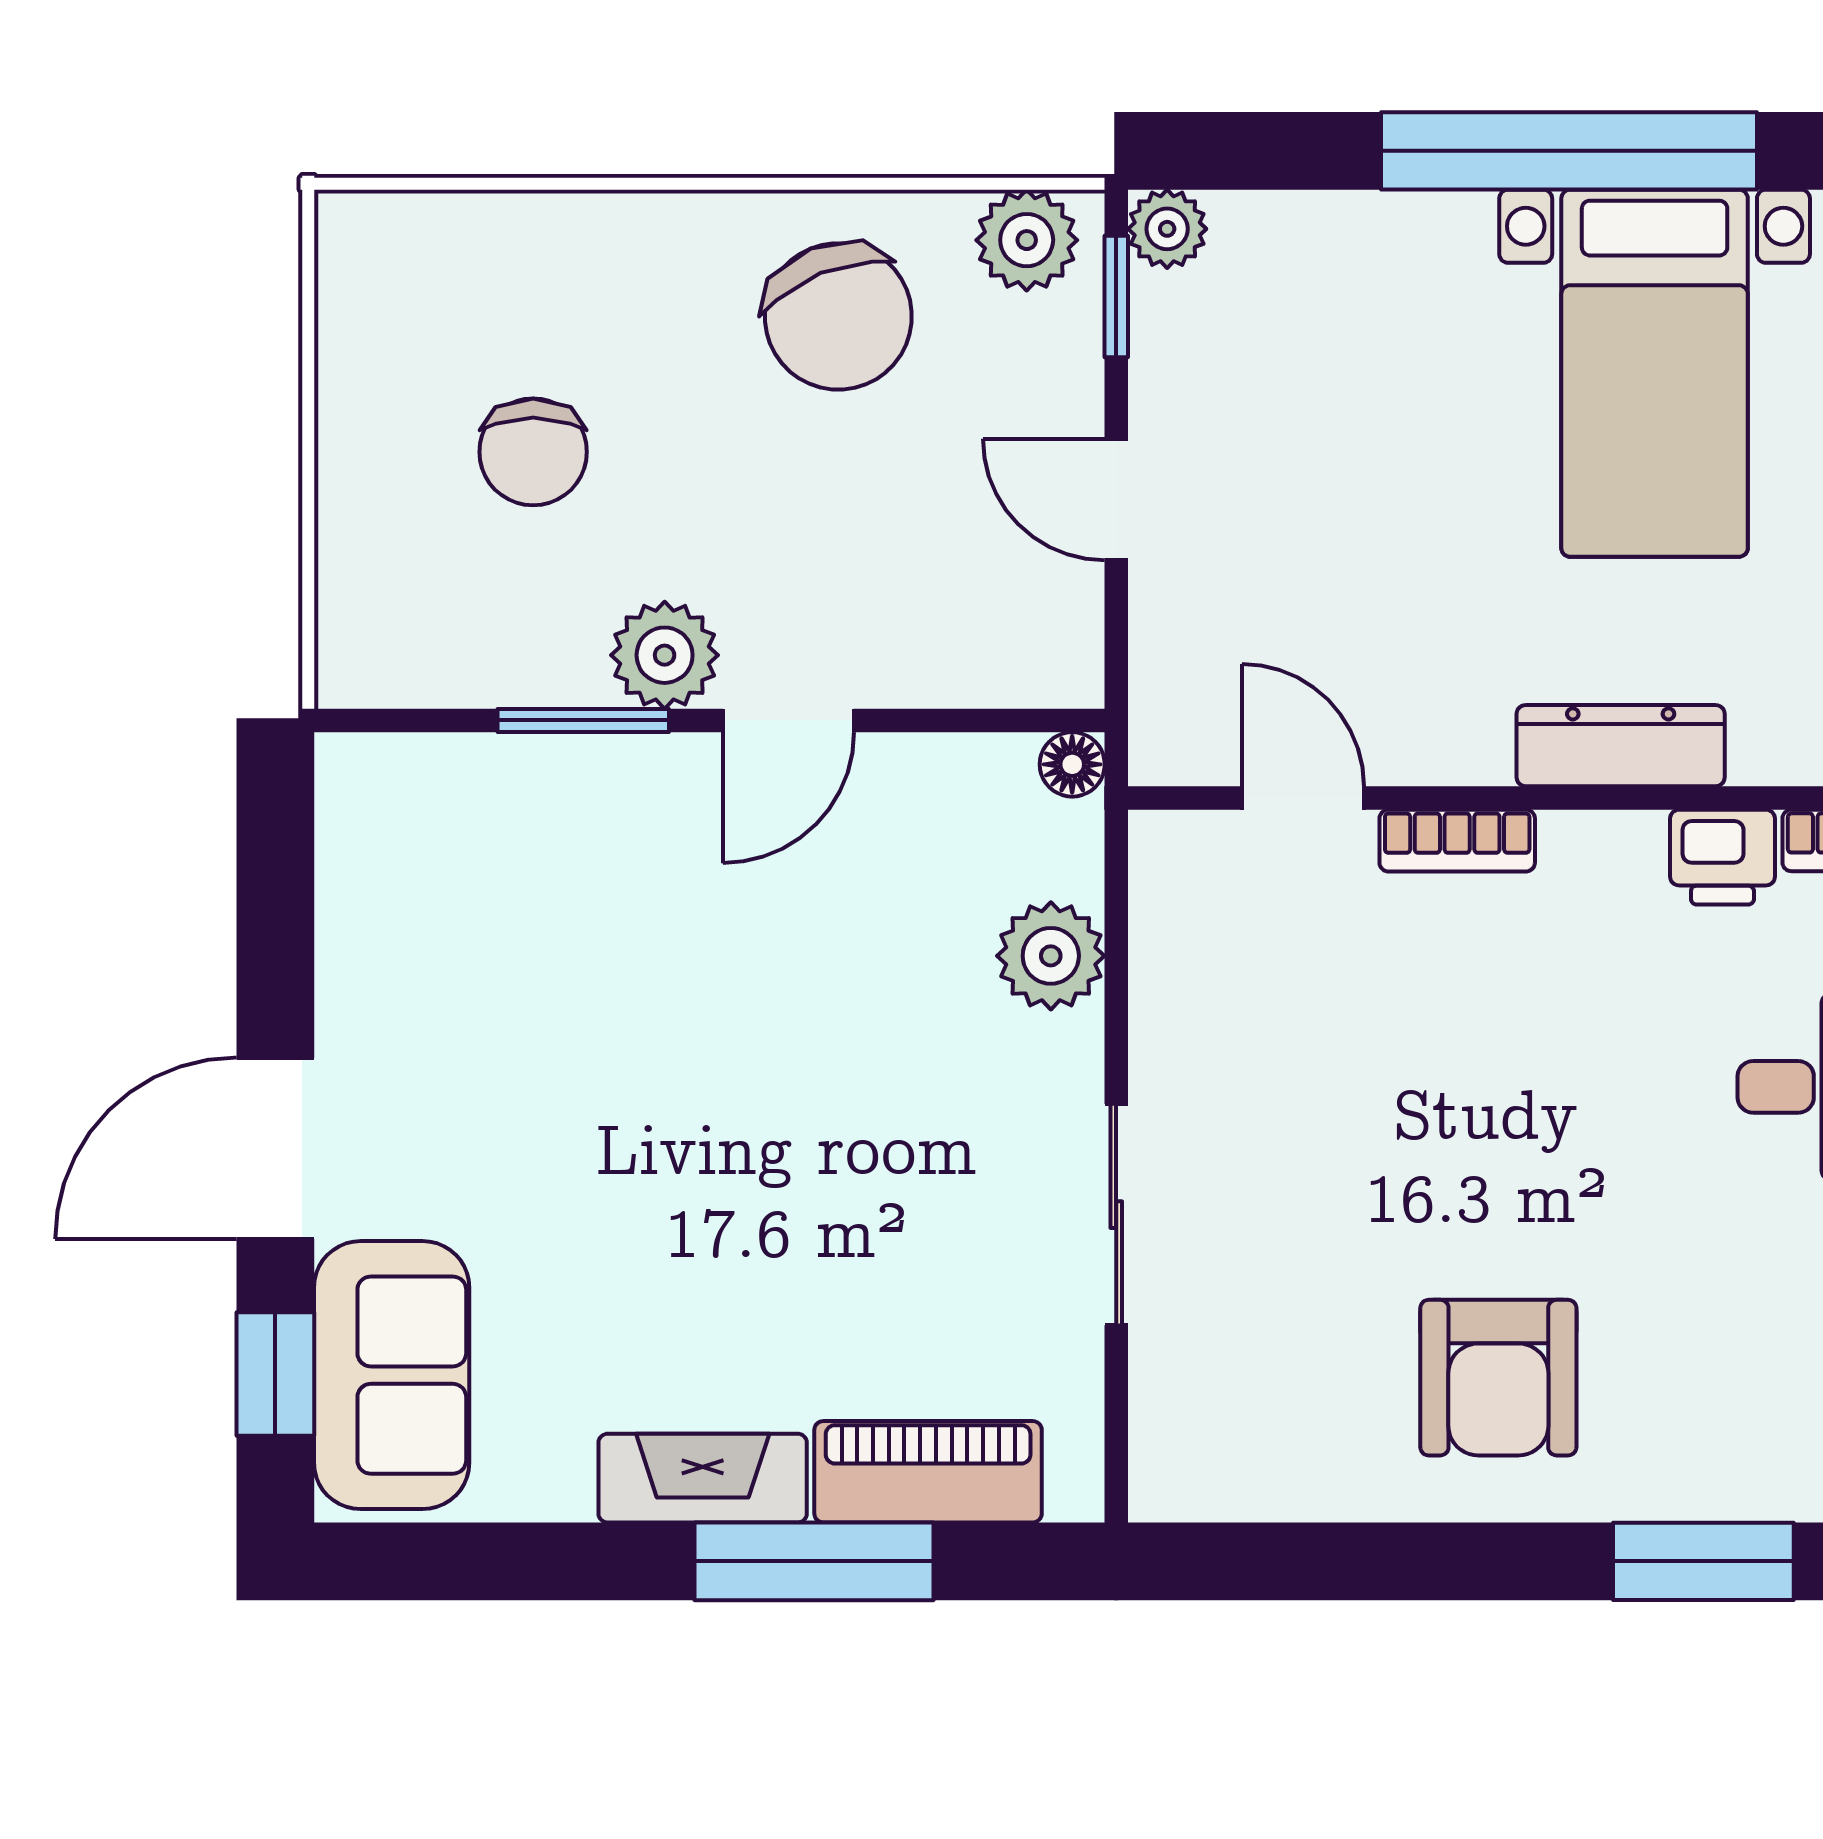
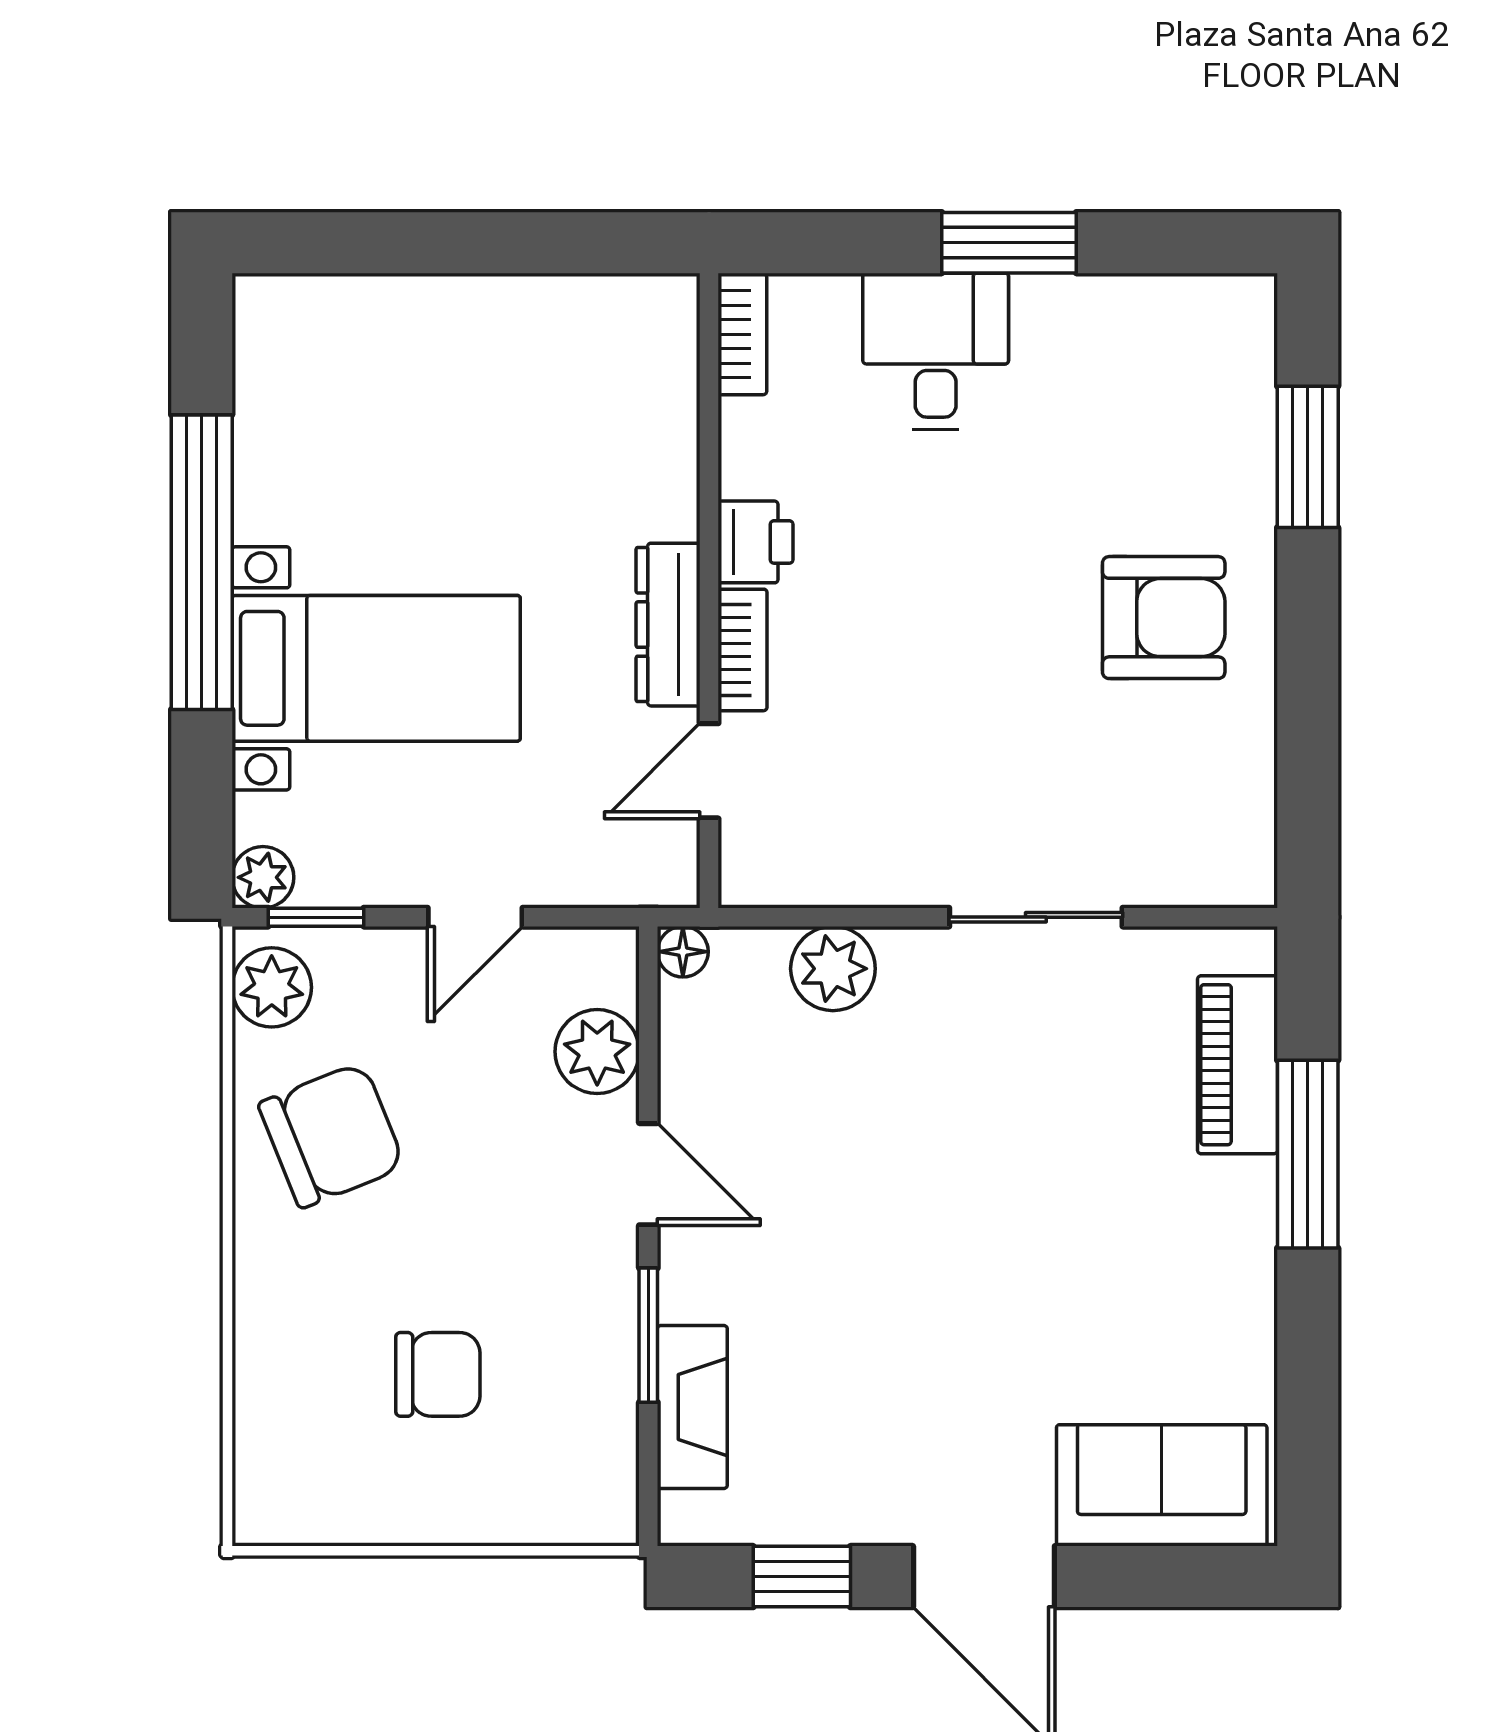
bed with nightstands: (1655, 373) -> (376, 668), moved
plant: (665, 655) -> (597, 1052), moved
dresser: (1621, 746) -> (668, 625), moved
printer: (1722, 857) -> (756, 542), moved
window: (275, 1374) -> (802, 1577), moved
fireplace: (703, 1478) -> (692, 1407), moved, turned 180

